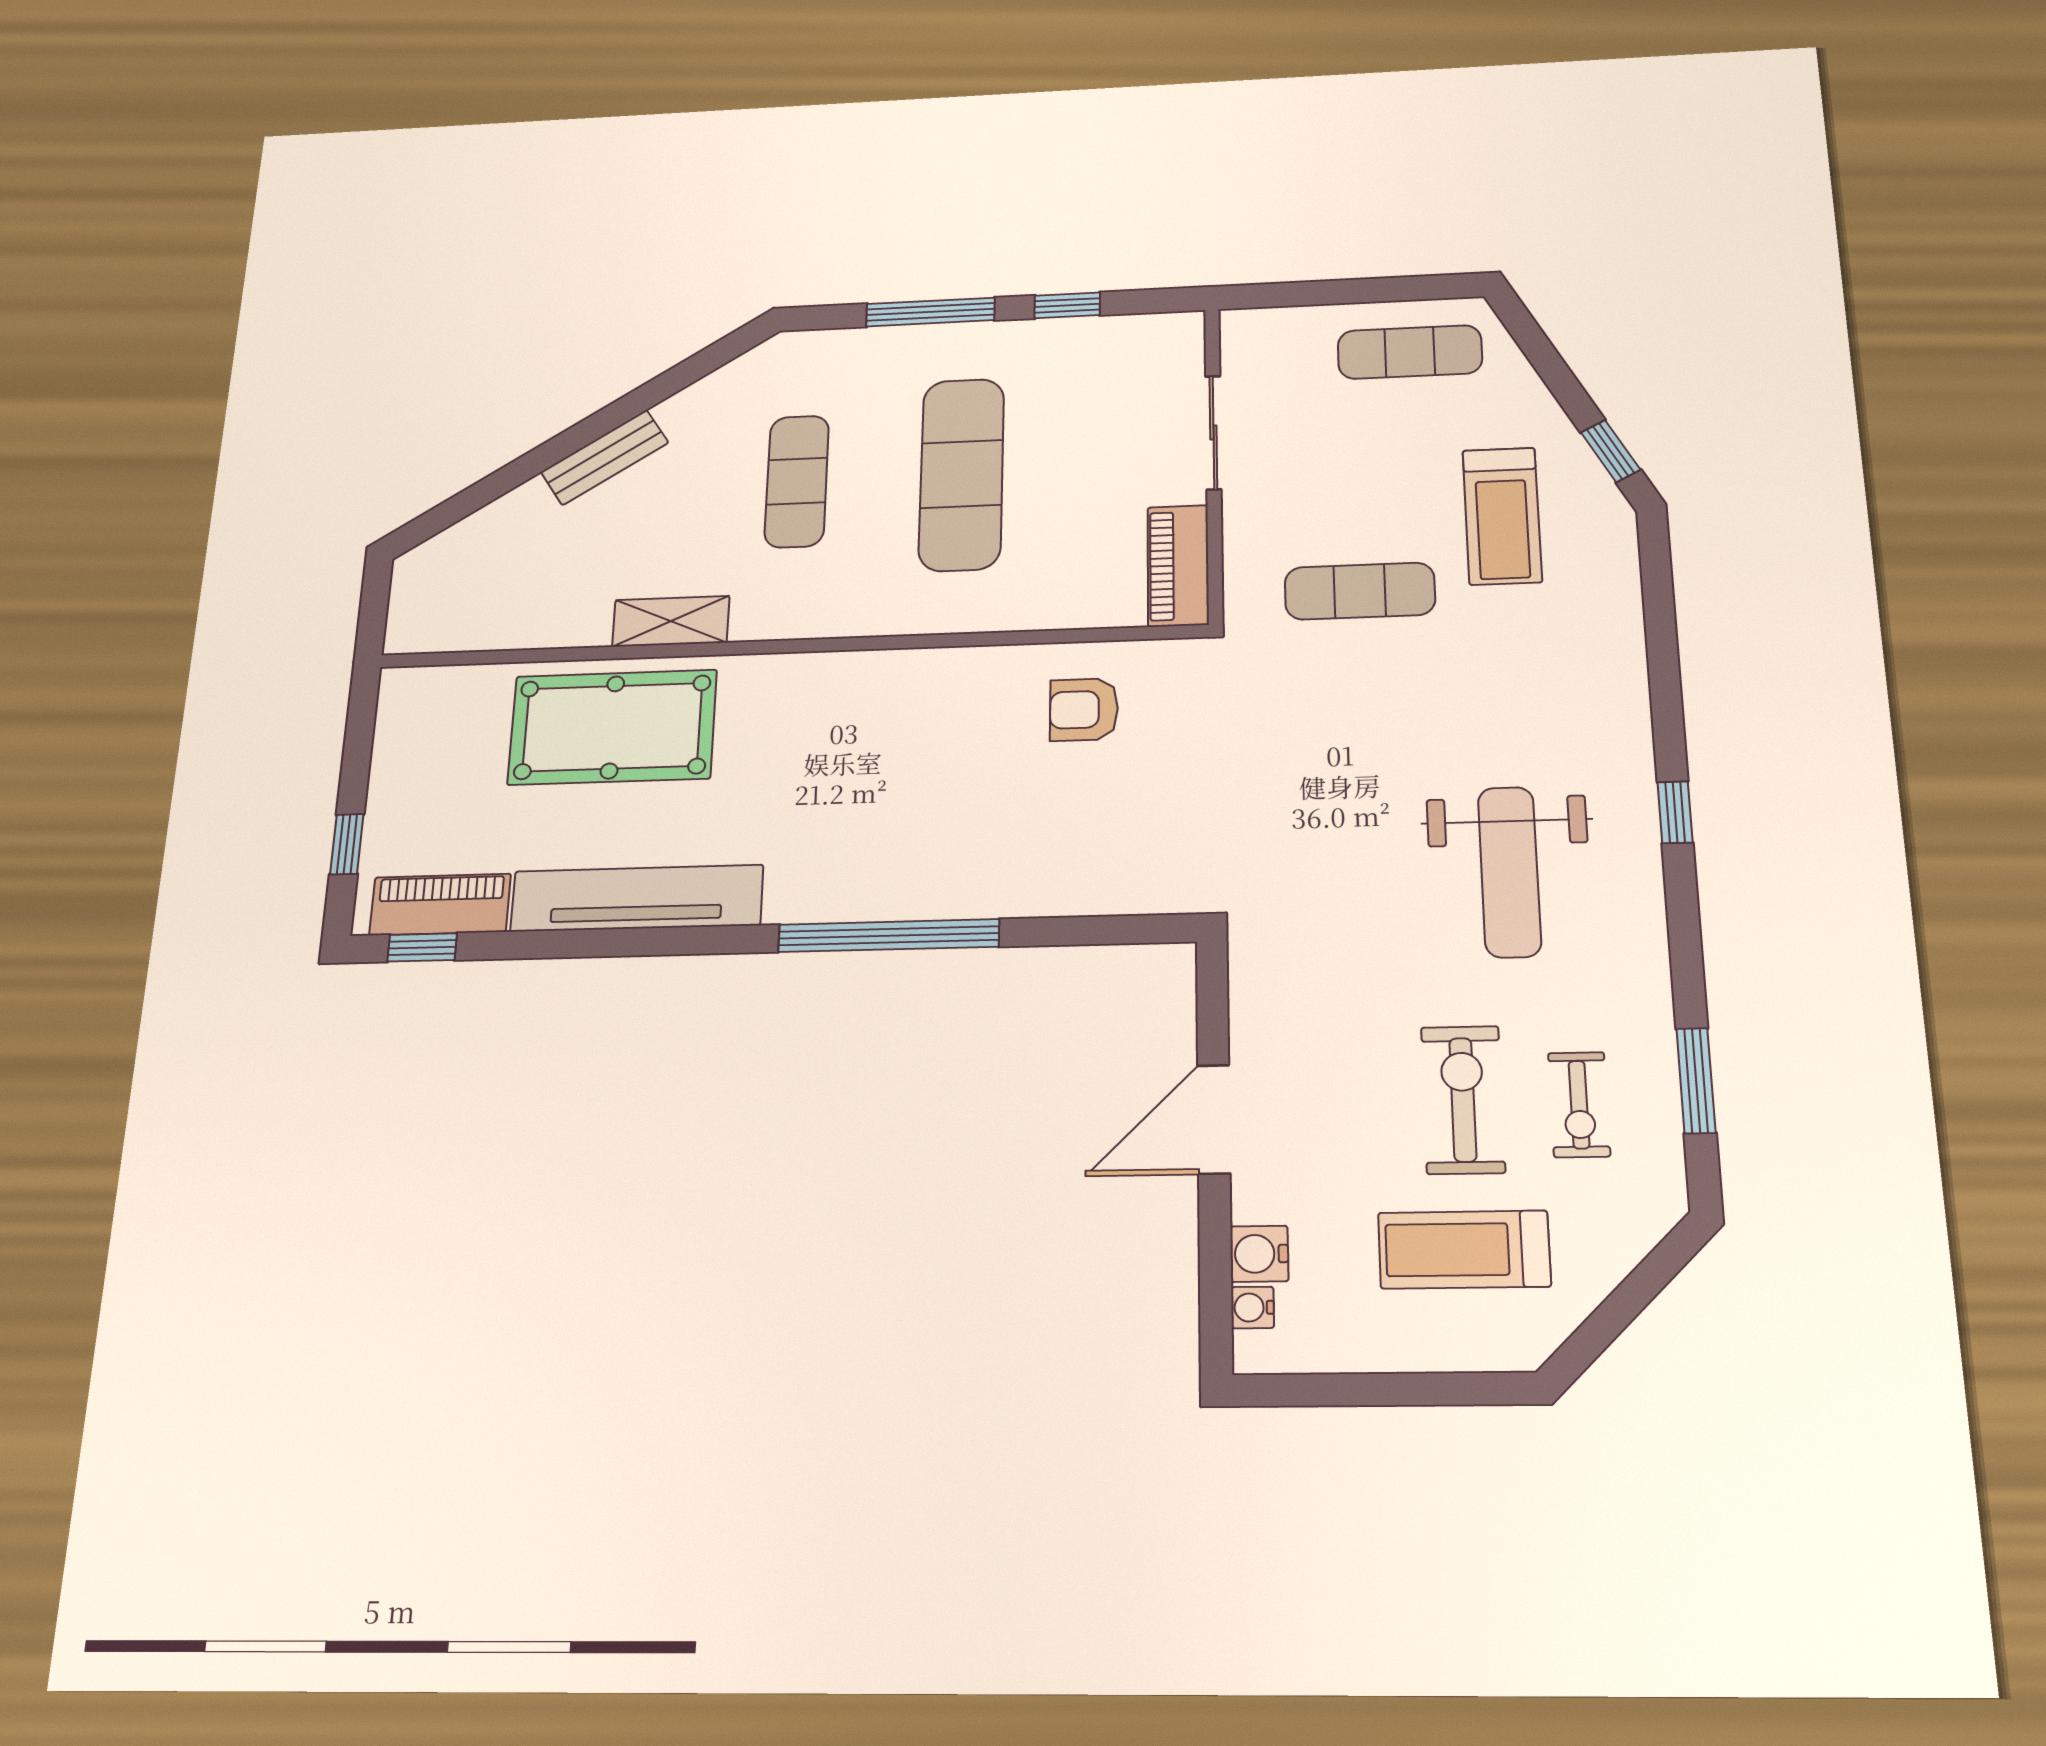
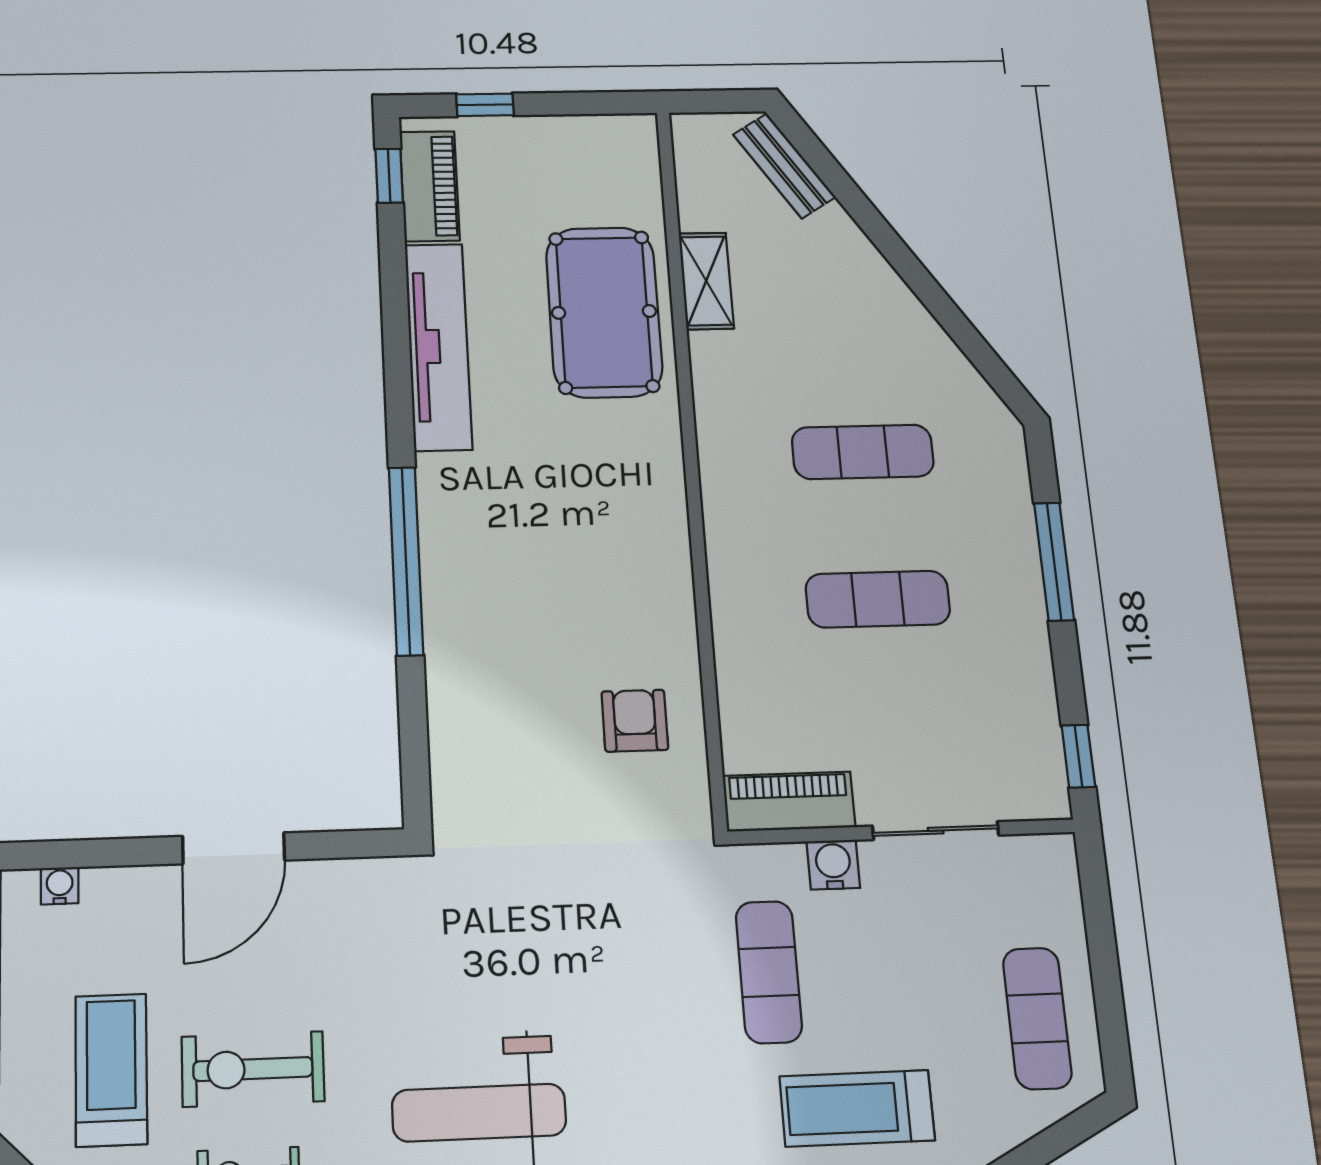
window: (1067, 305) -> (1078, 756), moved
bench: (605, 457) -> (784, 166), moved
exercise mat: (962, 474) -> (878, 599), width x0.73, depth x0.69
shelving: (671, 621) -> (706, 281), moved
exercise bike: (1463, 1100) -> (253, 1069), turned 180
door: (1214, 1119) -> (234, 848), swing flipped
water cooler: (1259, 1254) -> (833, 865), moved

